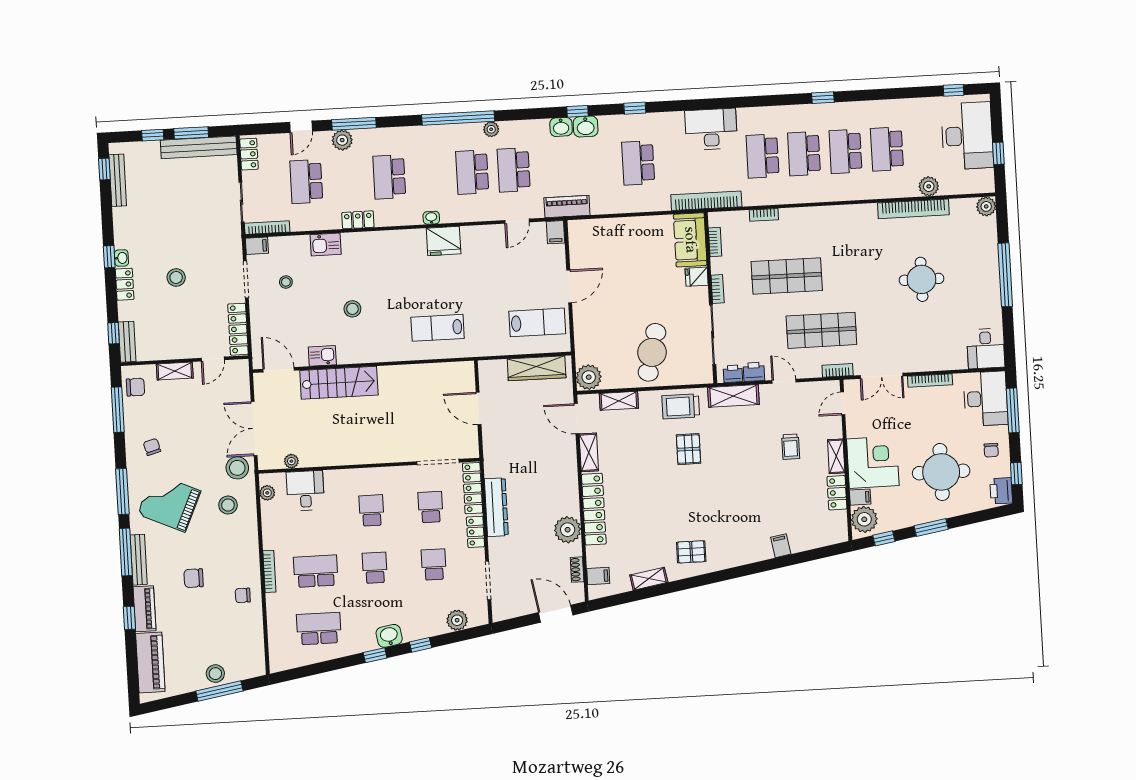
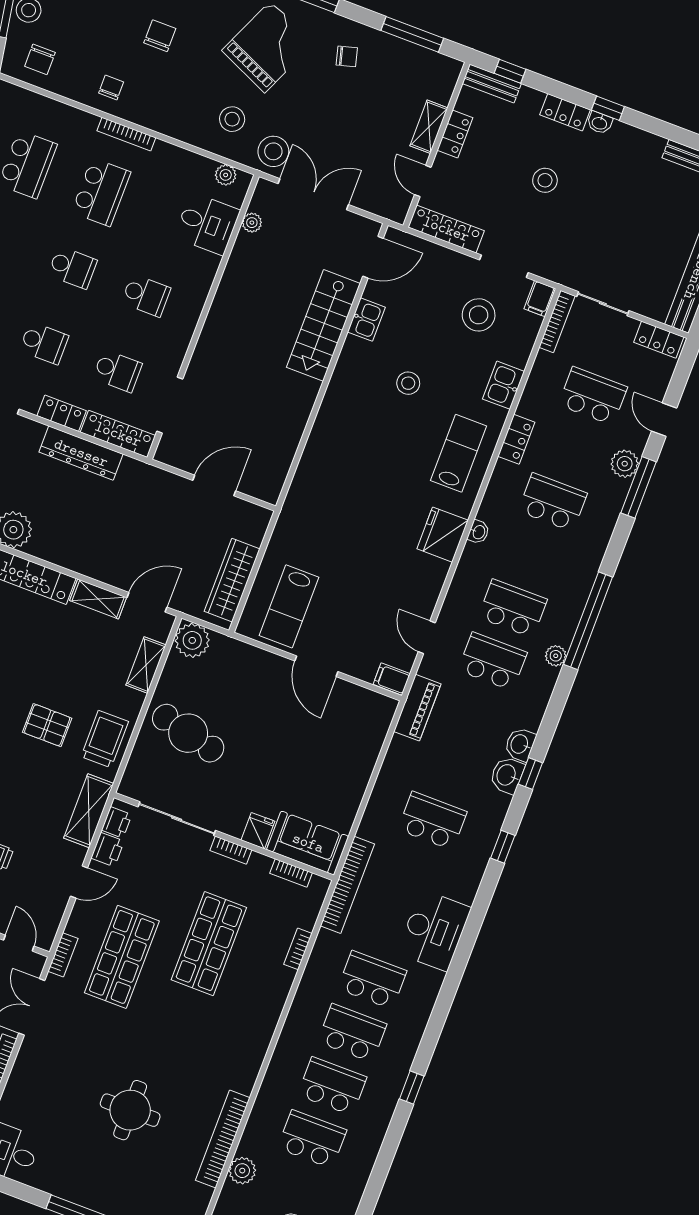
stool: (286, 282) -> (479, 315), width x1.89, depth x1.89
lab bench: (438, 328) -> (459, 453), moved
locker: (172, 351) -> (455, 134), added
chair: (135, 387) -> (40, 59), moved

